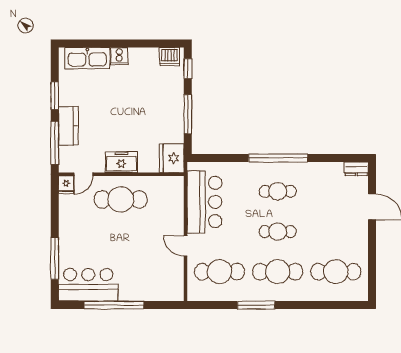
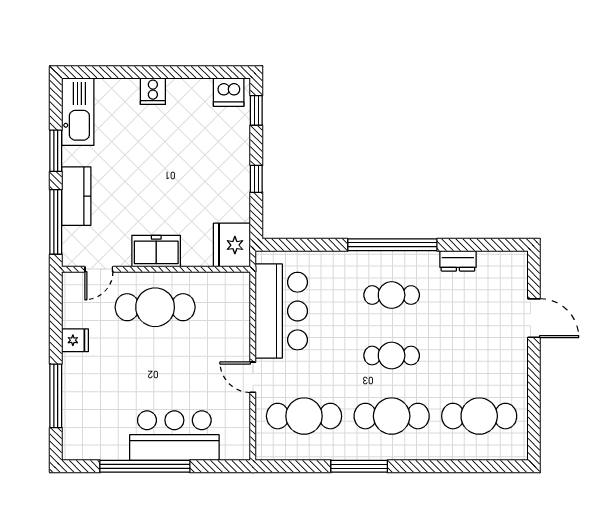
kitchen sink: (87, 58) -> (78, 112), moved, turned -90
window: (188, 114) -> (256, 179), width x0.46
dresser: (356, 169) -> (458, 261), moved
fridge: (66, 185) -> (75, 340), moved, turned -90
bar counter: (88, 285) -> (174, 436), moved

